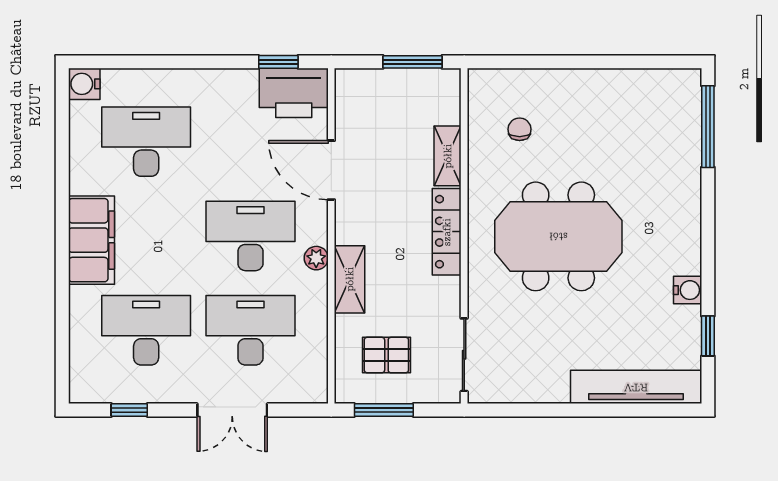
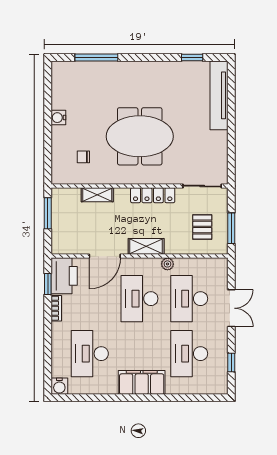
bookcase: (232, 78) -> (56, 308), added
window: (708, 127) -> (96, 58), moved
locker: (447, 232) -> (153, 195), moved
meeting table: (558, 236) -> (140, 136), turned 90
plant: (316, 258) -> (167, 264), moved
shelving: (350, 279) -> (146, 246), moved
water cooler: (688, 290) -> (58, 118), moved, turned -90

